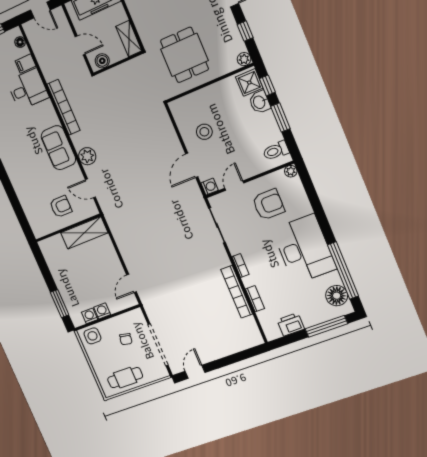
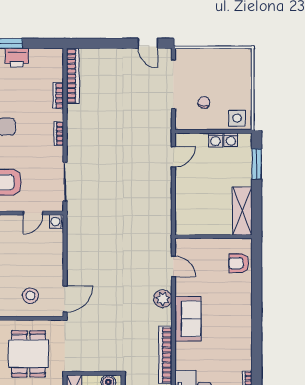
stool: (204, 132) -> (30, 296), moved
door: (192, 165) -> (65, 299), moved
armchair: (61, 207) -> (239, 263), moved
shelving: (84, 233) -> (242, 211), moved, turned 90
bookcase: (237, 292) -> (73, 76), moved
printer: (291, 324) -> (17, 58), moved
door: (195, 372) -> (148, 43), hinge flipped
cafe table: (125, 378) -> (222, 63), removed

